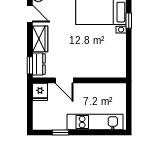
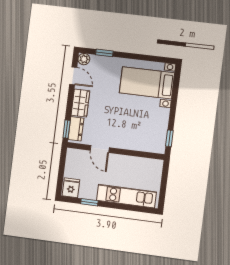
window: (129, 21) -> (169, 138), moved
fridge: (40, 92) -> (71, 188), moved, turned 180

